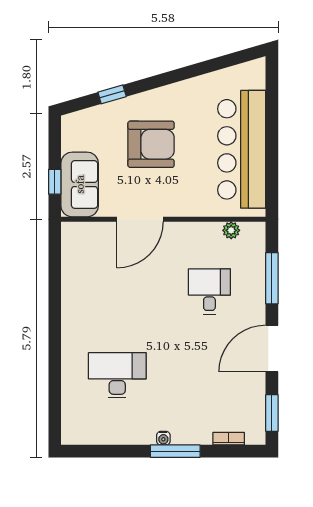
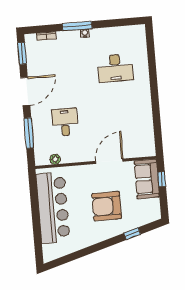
desk: (209, 291) -> (65, 122), turned 180

